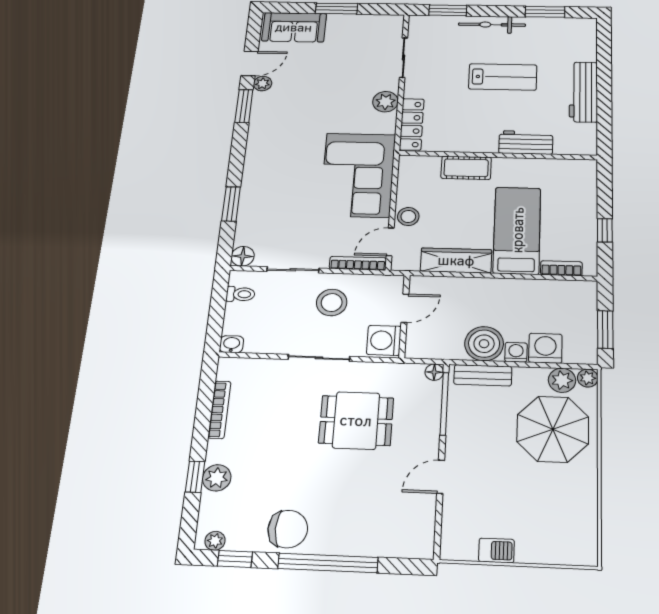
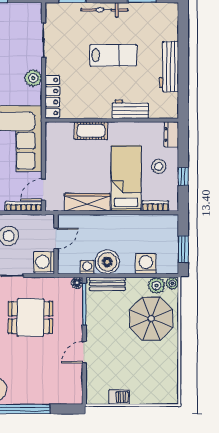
dresser: (587, 175) -> (171, 134), added
stool: (408, 216) -> (159, 166), moved
washing machine: (516, 352) -> (87, 267), moved

